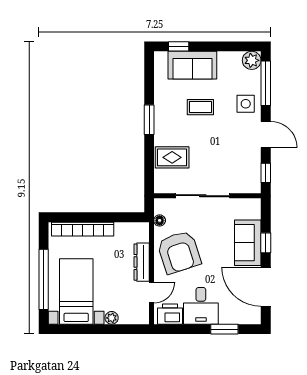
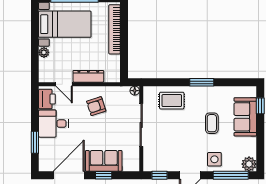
rug: (172, 157) -> (172, 101), turned 90
floor lamp: (160, 220) -> (135, 91), moved
armchair: (179, 252) -> (96, 106), width x0.53, depth x0.53

